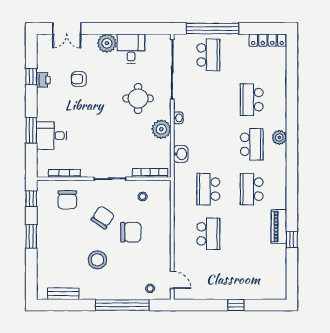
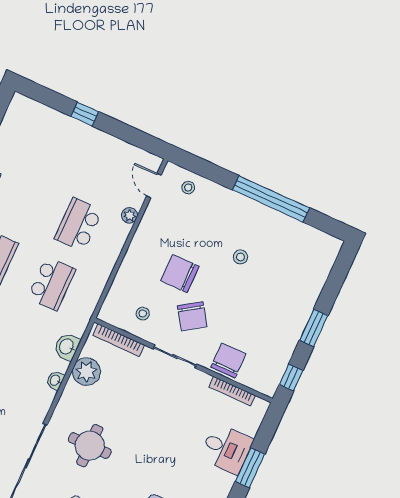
washbasin: (178, 118) -> (55, 380), moved
plant: (161, 129) -> (86, 372), moved
chair: (67, 200) -> (228, 360), moved
chair: (103, 217) -> (192, 316), moved, turned -68
plant: (179, 254) -> (130, 215), added
stool: (97, 260) -> (240, 257), width x0.53, depth x0.53
bench: (63, 294) -> (306, 233), removed
window: (122, 305) -> (271, 199), moved

